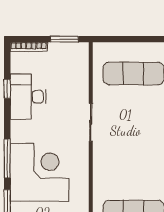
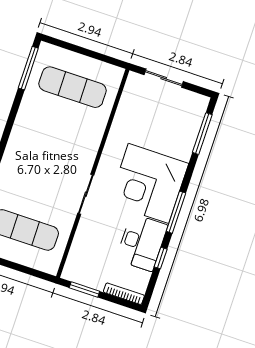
window: (7, 159) -> (176, 212), moved
corner desk: (39, 172) -> (148, 183), moved

